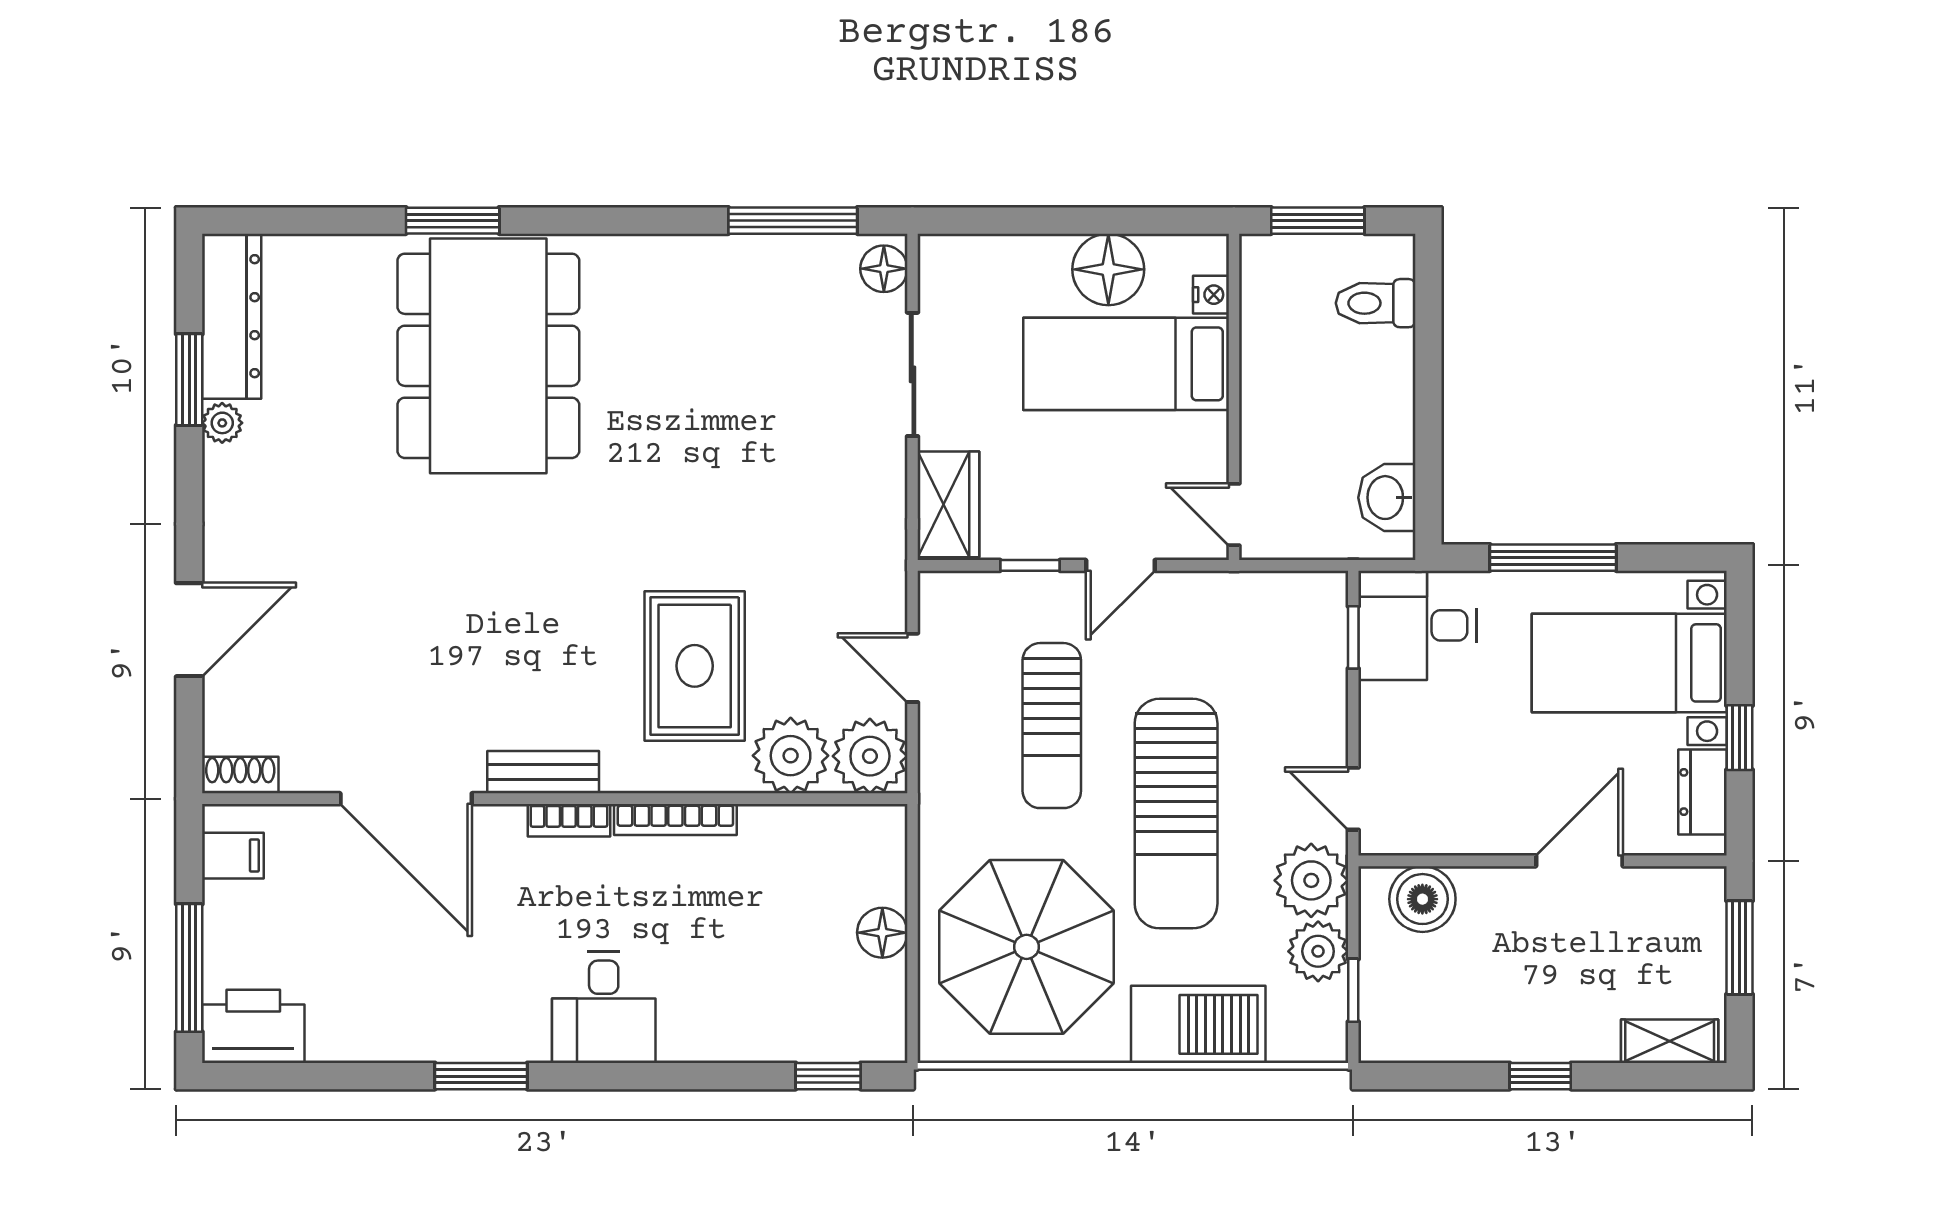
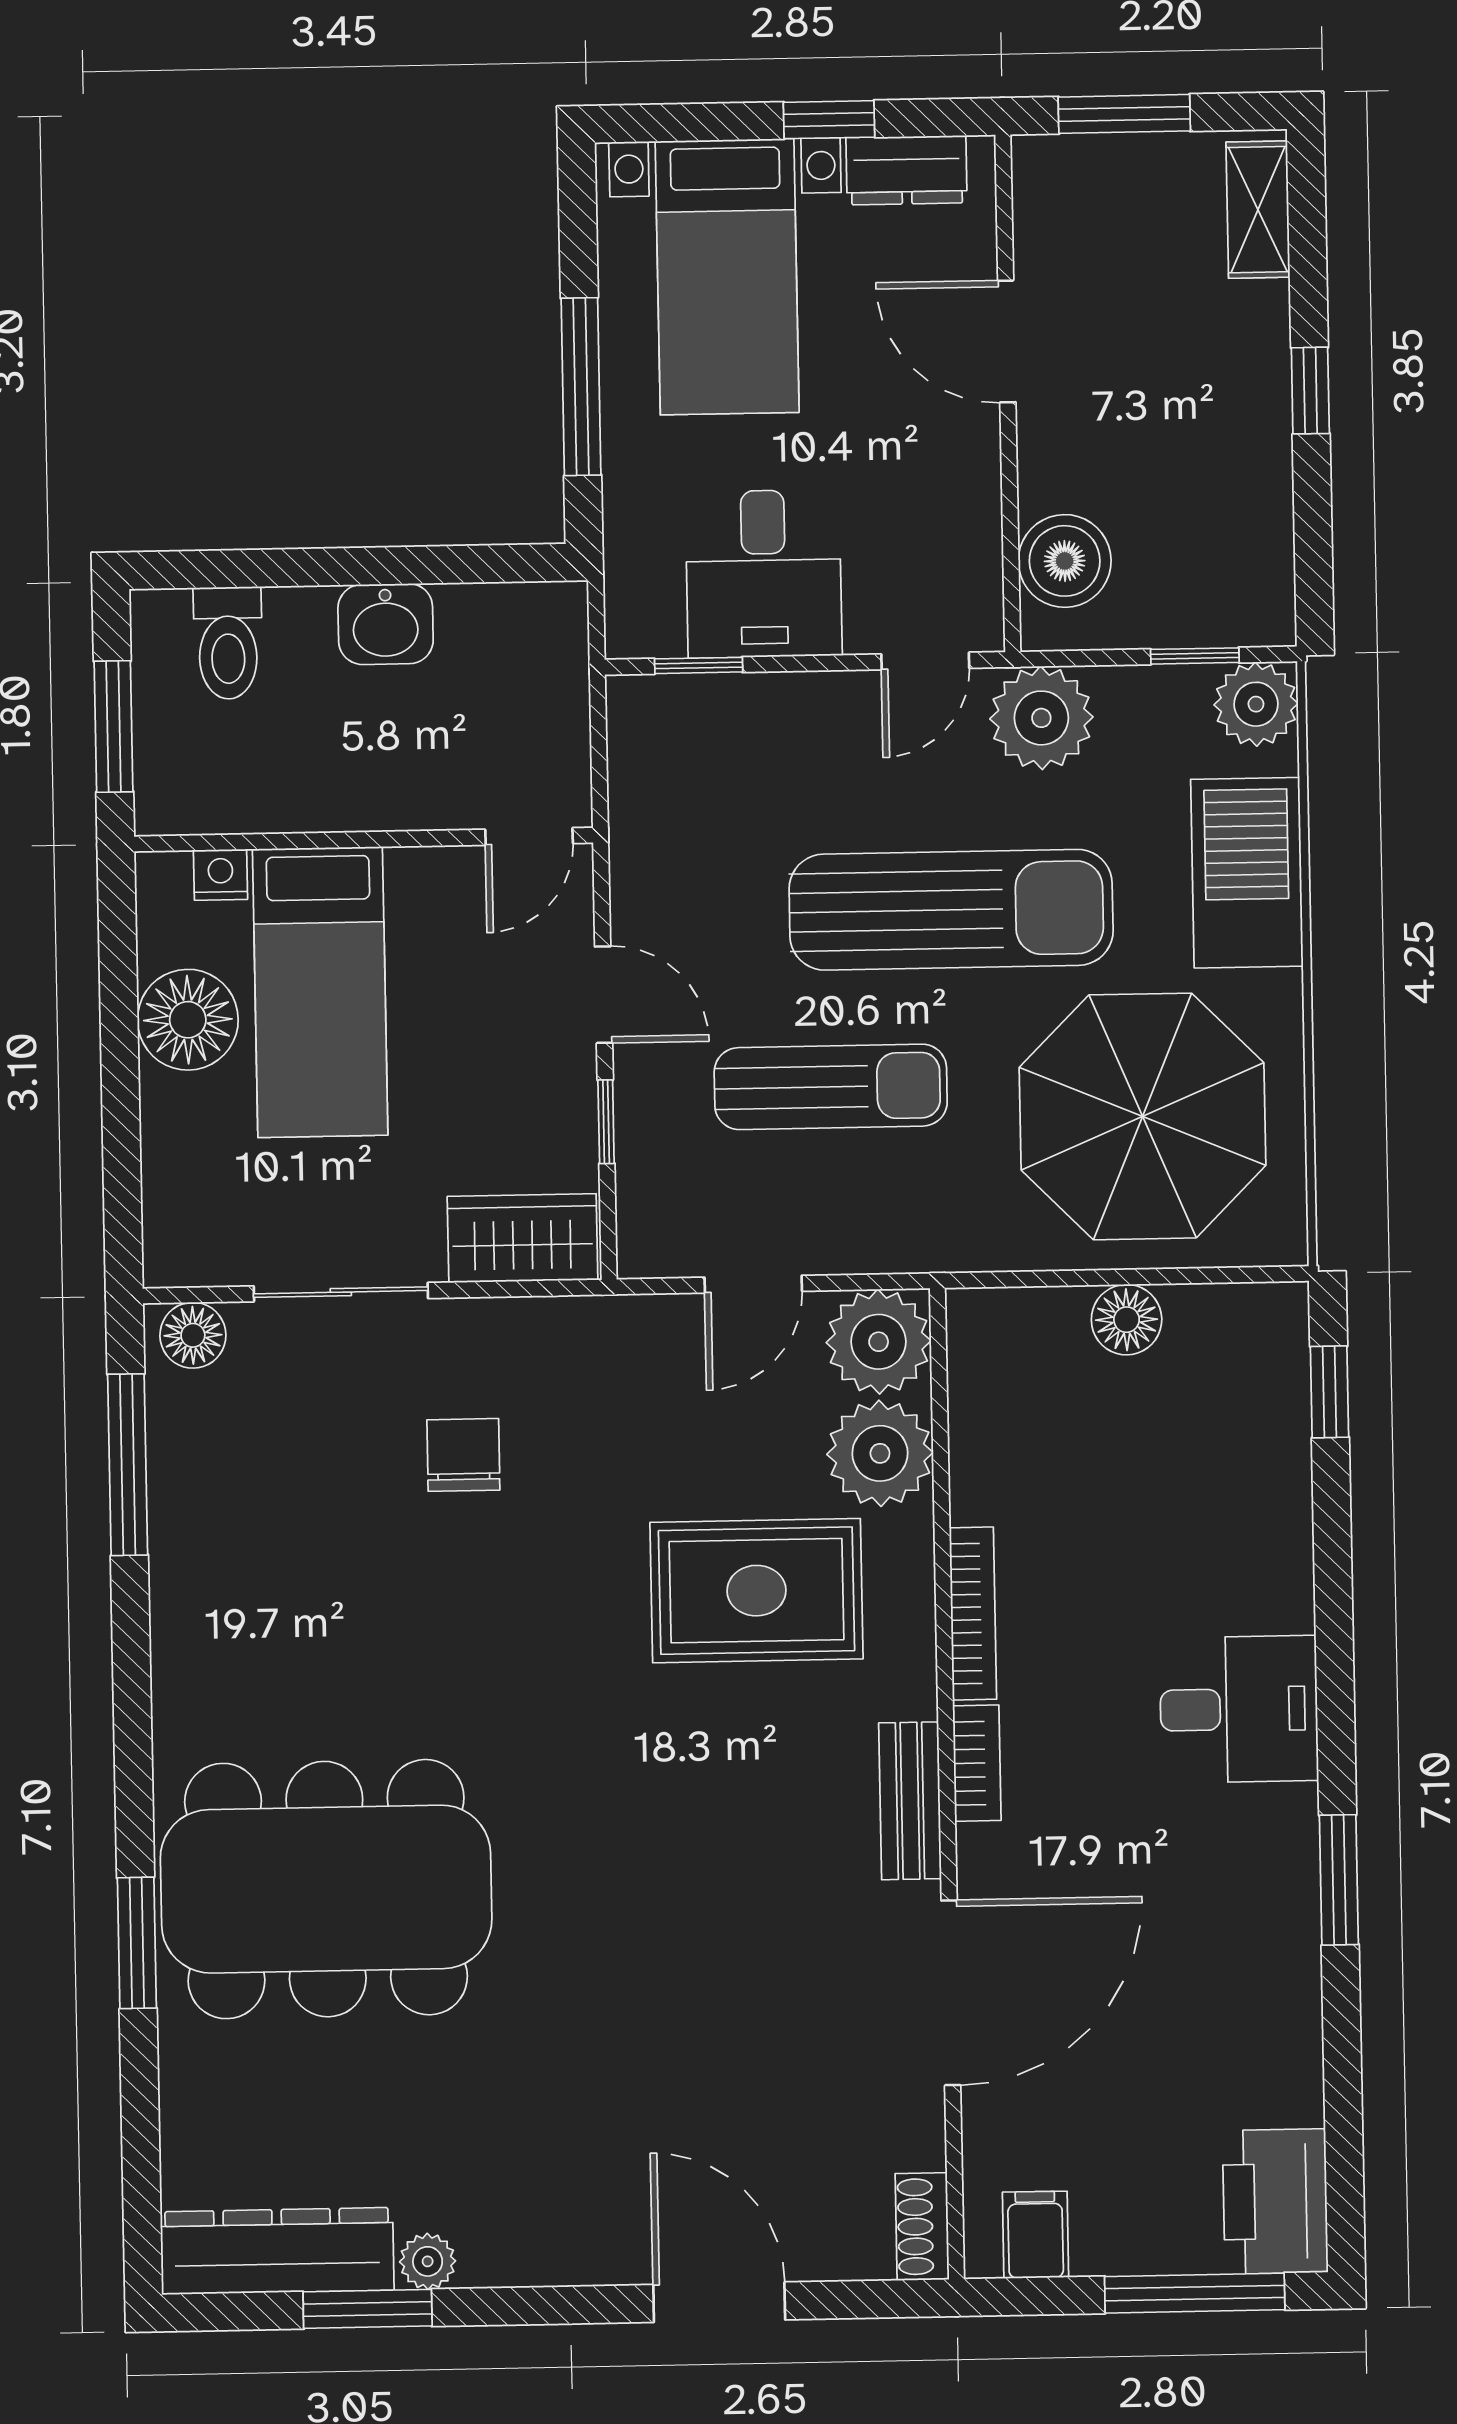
chair: (795, 459) -> (463, 1455), added
washbasin: (1387, 498) -> (386, 624), moved
desk: (1418, 625) -> (764, 574), moved
plant: (1318, 951) -> (1256, 704), moved

